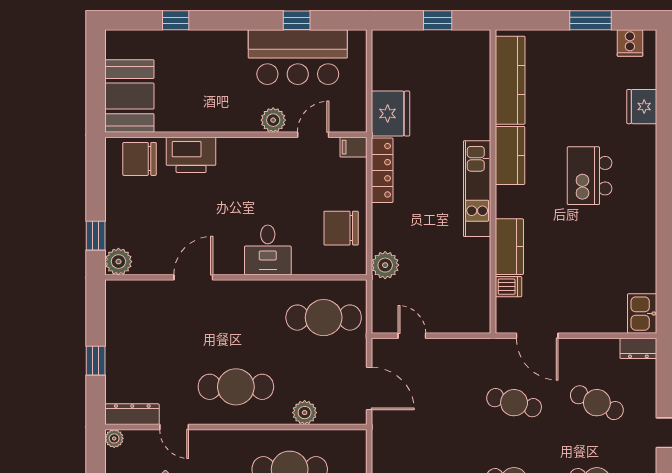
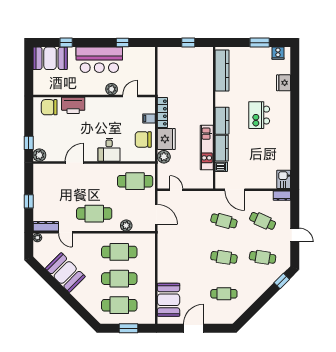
bar counter: (298, 57) -> (99, 60), moved
booth: (129, 96) -> (50, 58), moved, turned 90
fridge: (391, 114) -> (166, 139), moved
filing cabinet: (353, 147) -> (149, 118), moved
kitchen counter: (510, 155) -> (222, 121), moved
kitchen unit: (477, 189) -> (207, 148), moved

